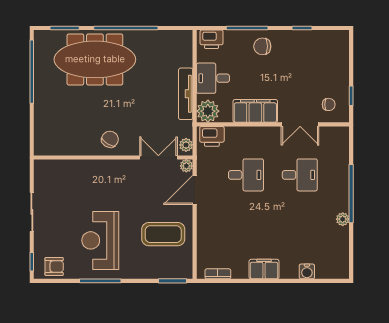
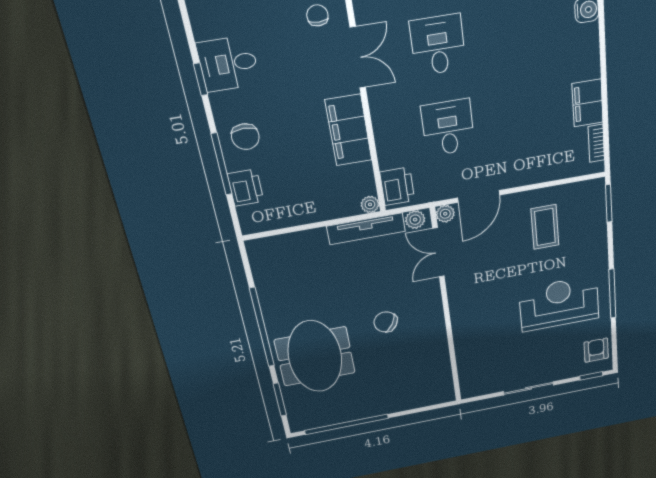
printer: (212, 39) -> (246, 188), moved
meeting table: (95, 59) -> (315, 356), width x0.73
desk: (213, 78) -> (228, 64), moved, turned 90
tv unit: (186, 94) -> (366, 229), moved
plant: (208, 111) -> (370, 204), width x0.53, depth x0.53
chair: (110, 139) -> (386, 322), moved
door: (195, 190) -> (479, 196), hinge flipped
coffee table: (163, 234) -> (545, 227), width x0.73, depth x0.76
reception desk: (100, 240) -> (559, 304), turned 180
filing cabinet: (264, 269) -> (588, 103), moved

